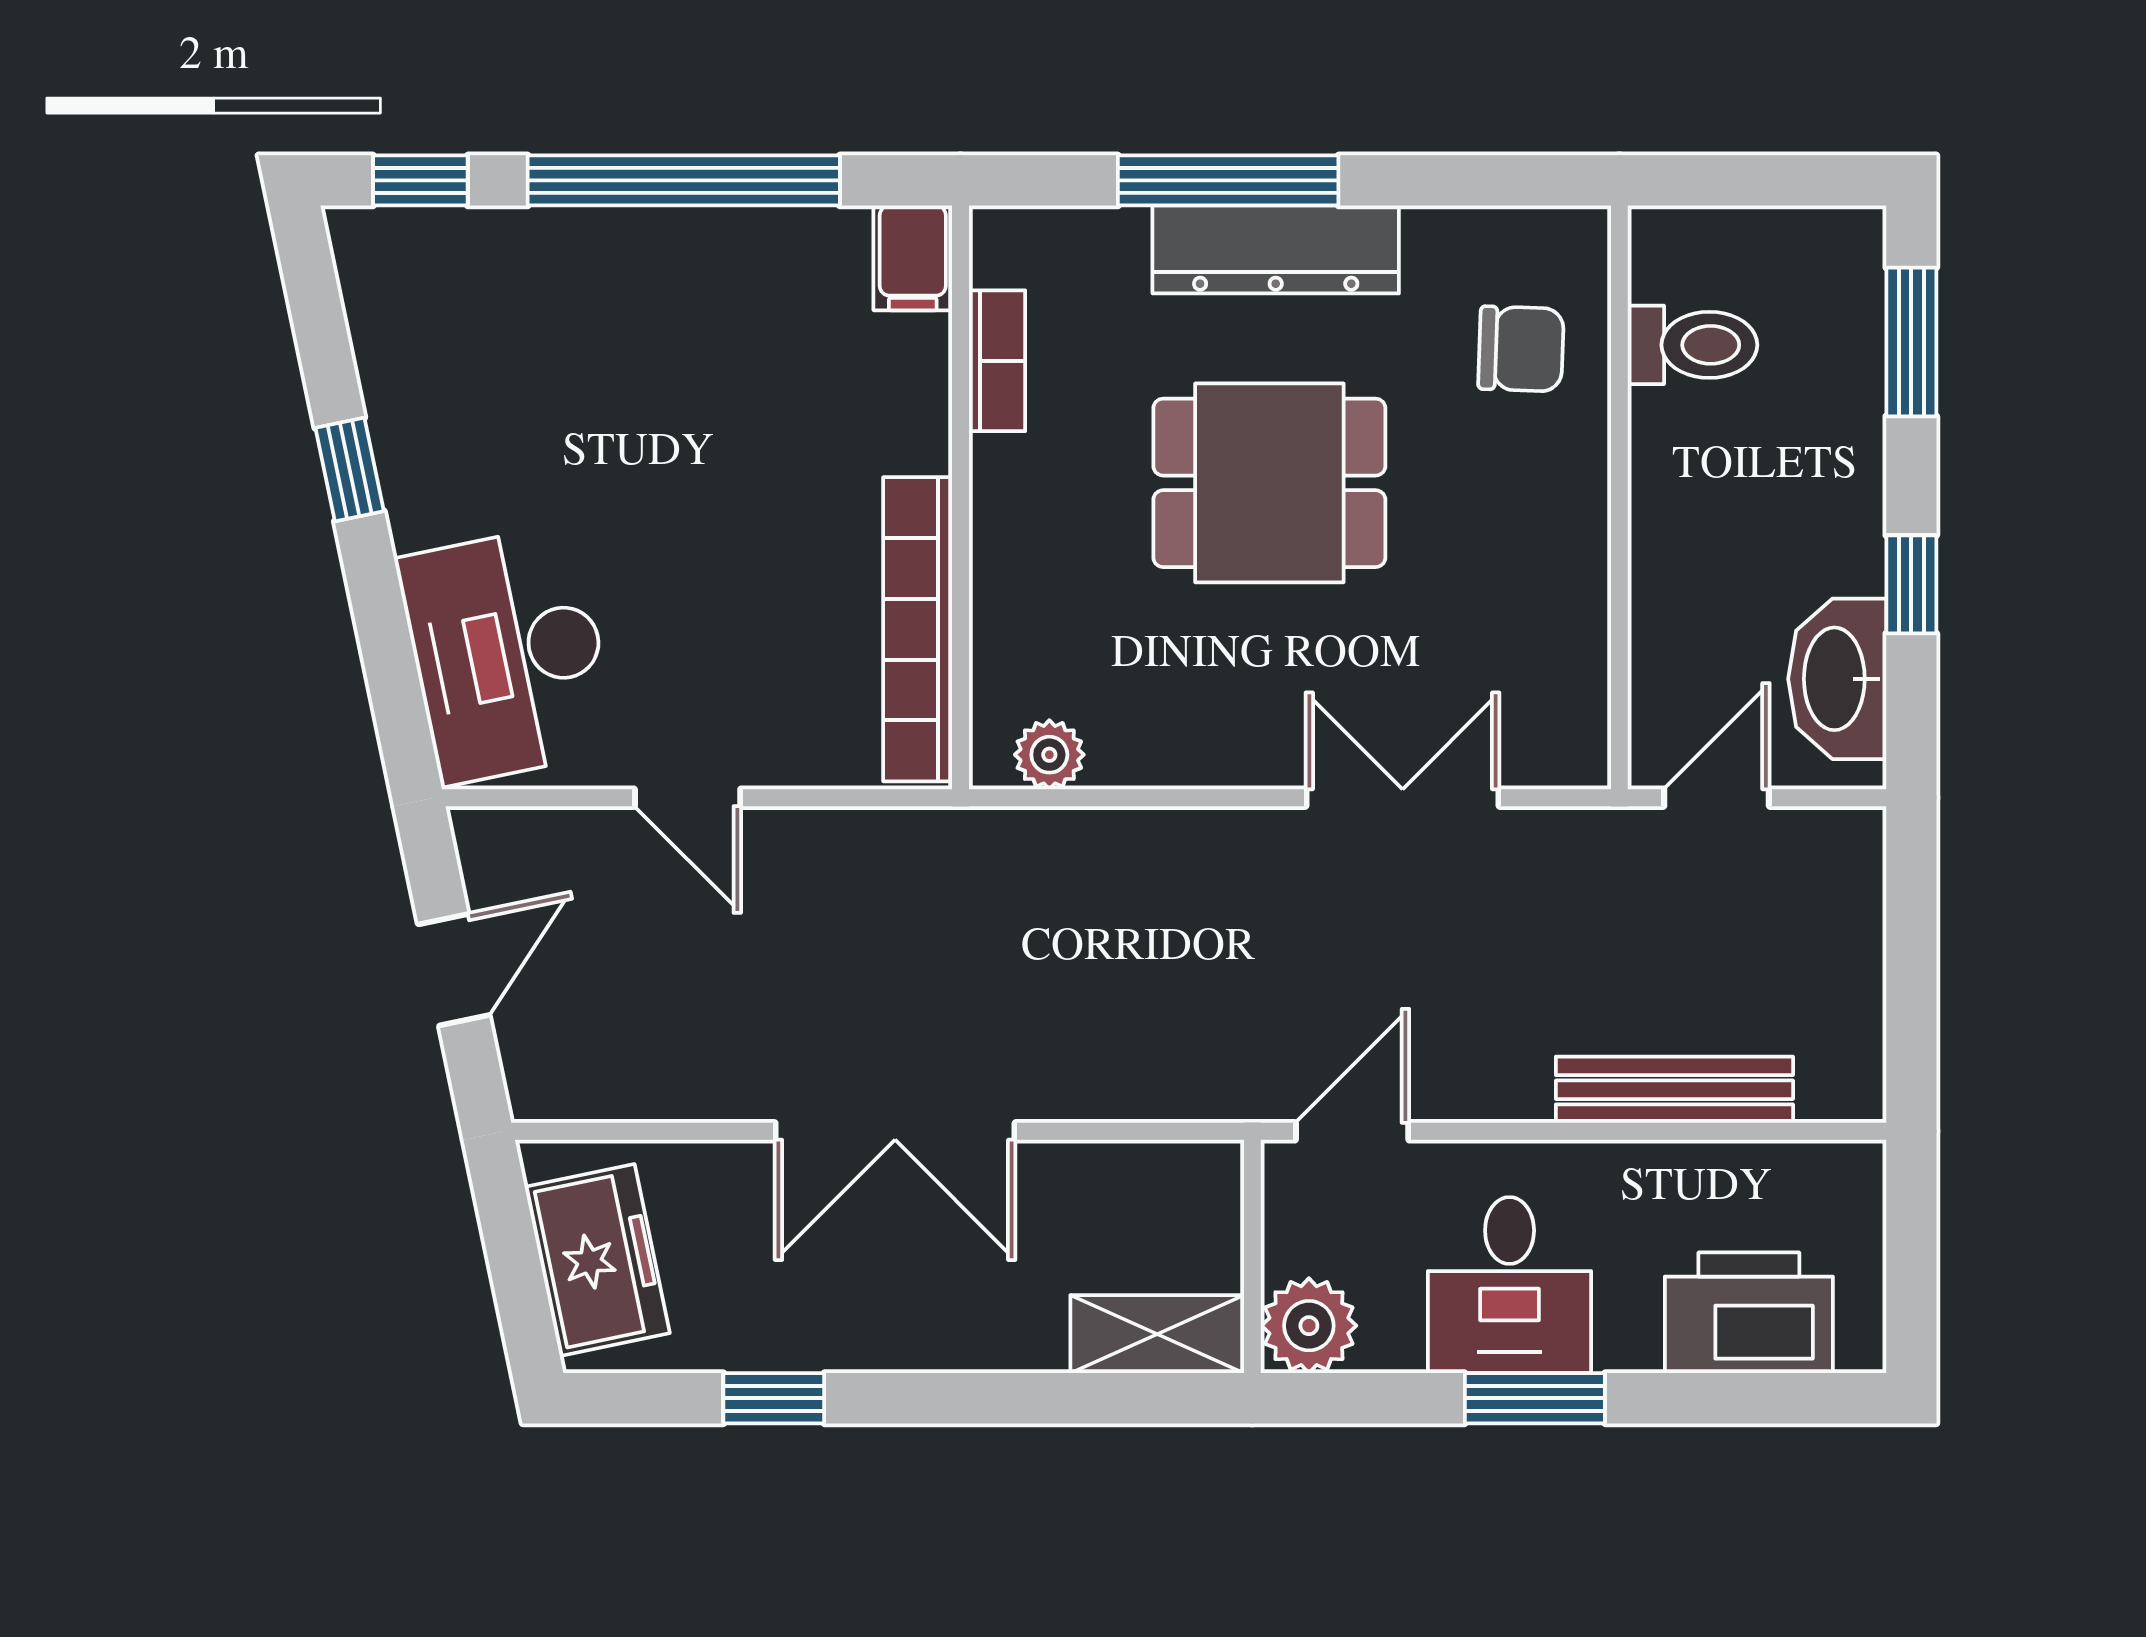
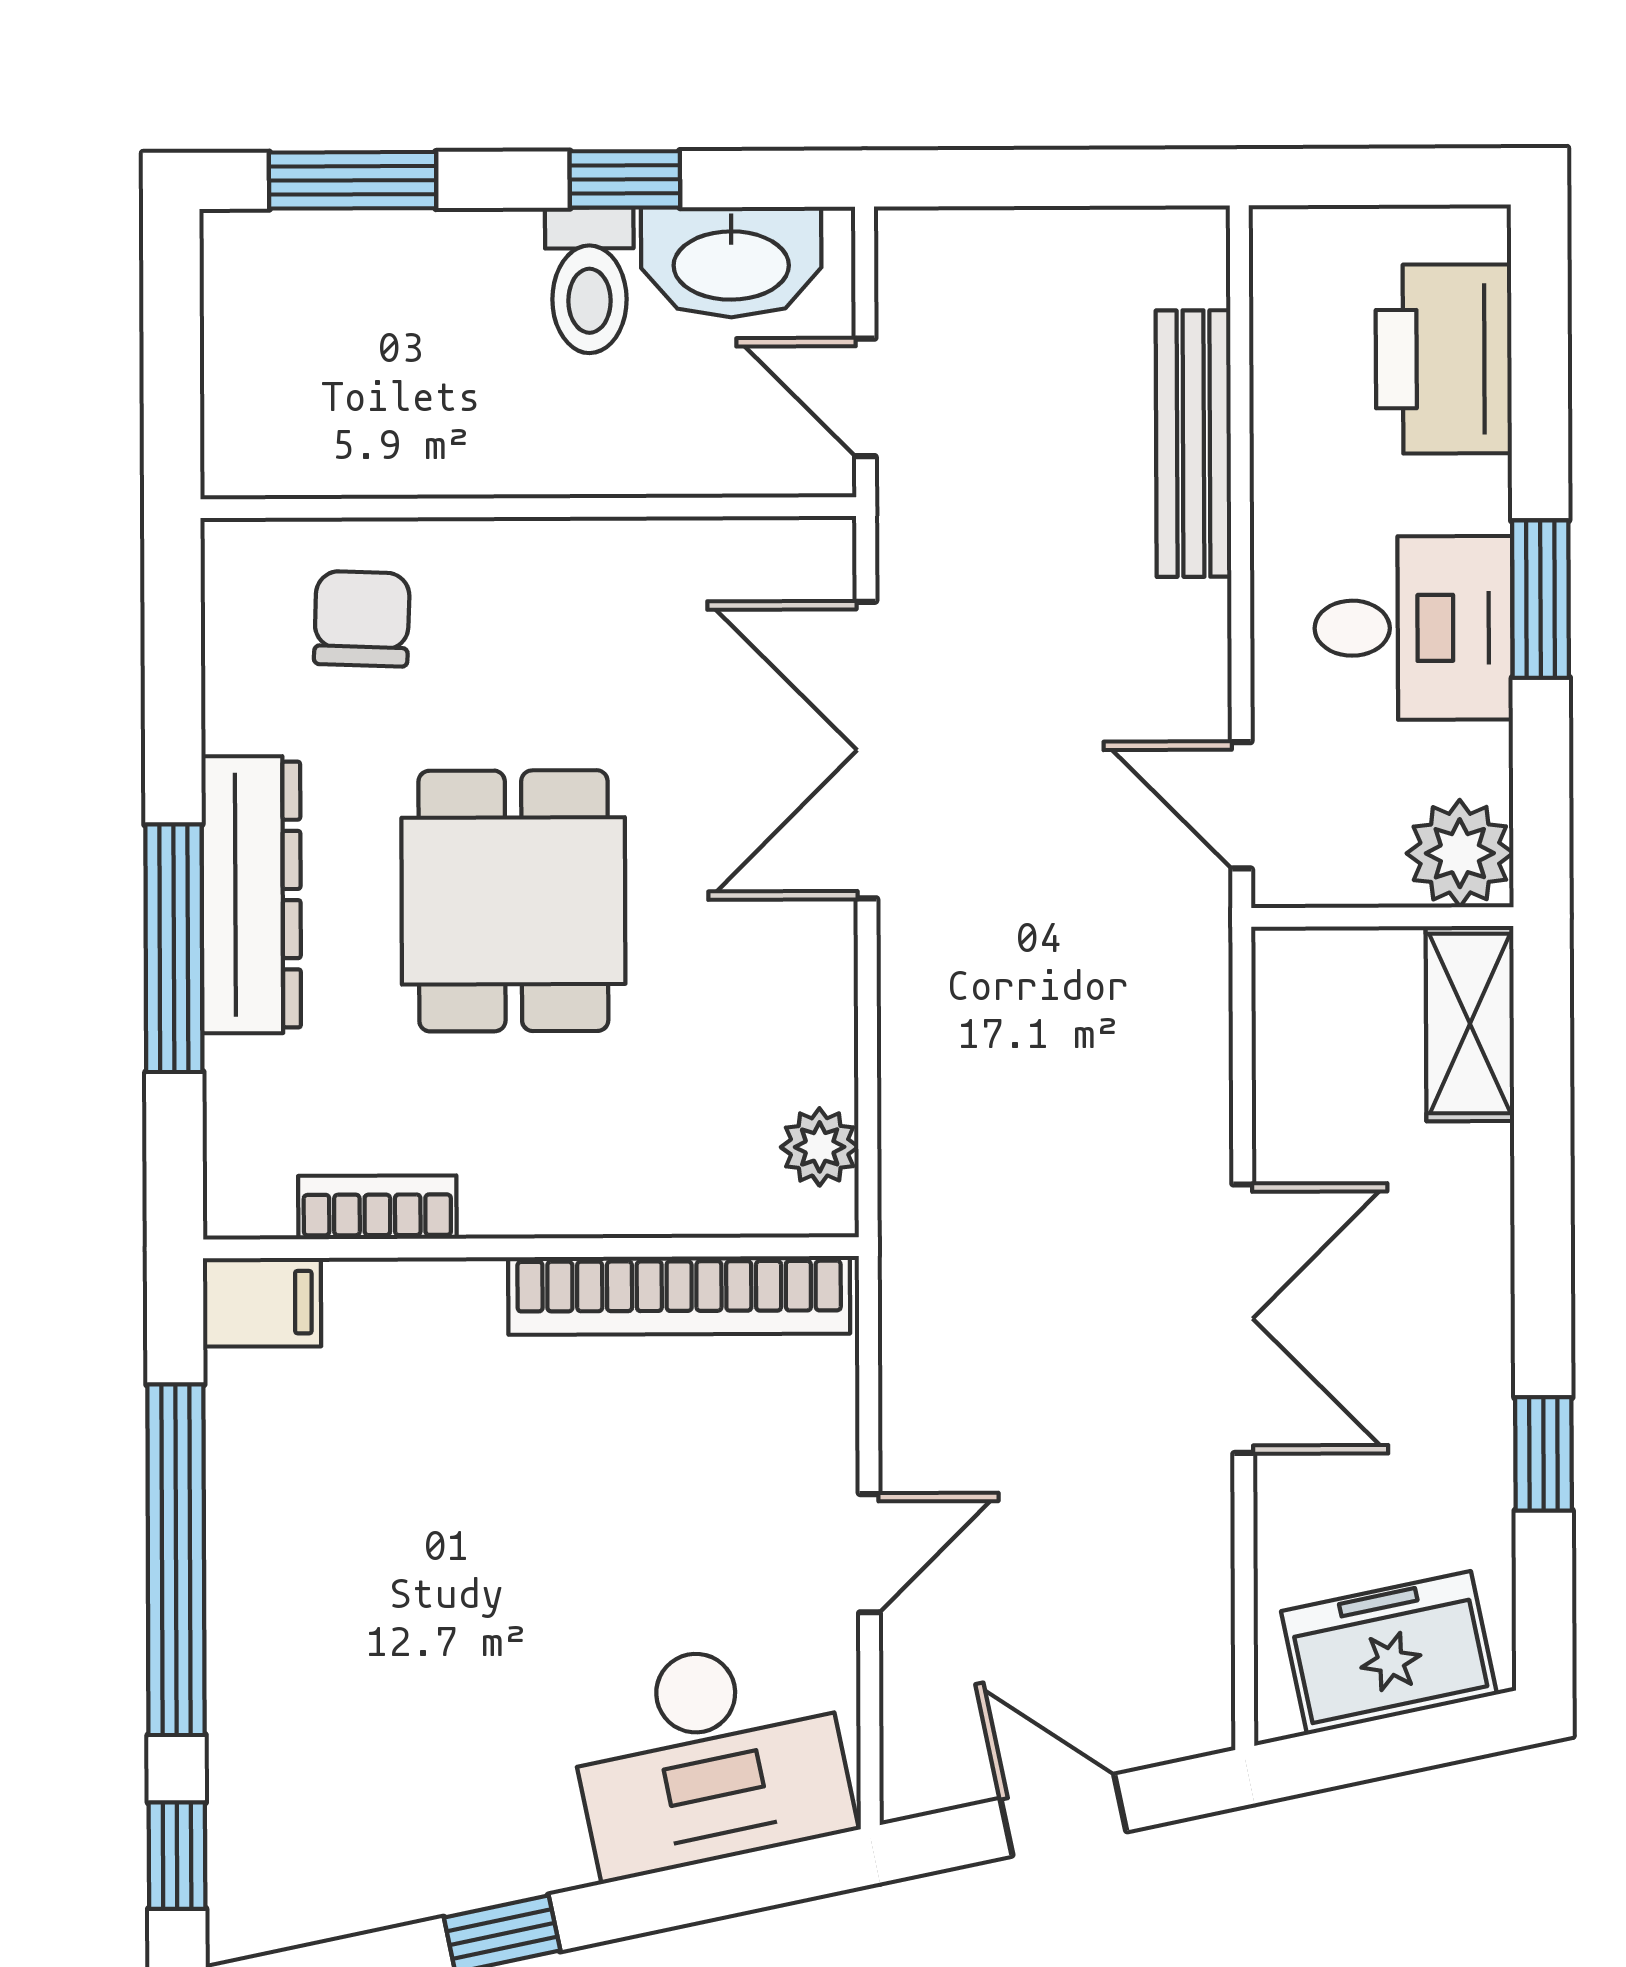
toilet: (1693, 345) -> (589, 280), moved, turned 180
double door: (1403, 798) -> (866, 750), width x1.37

